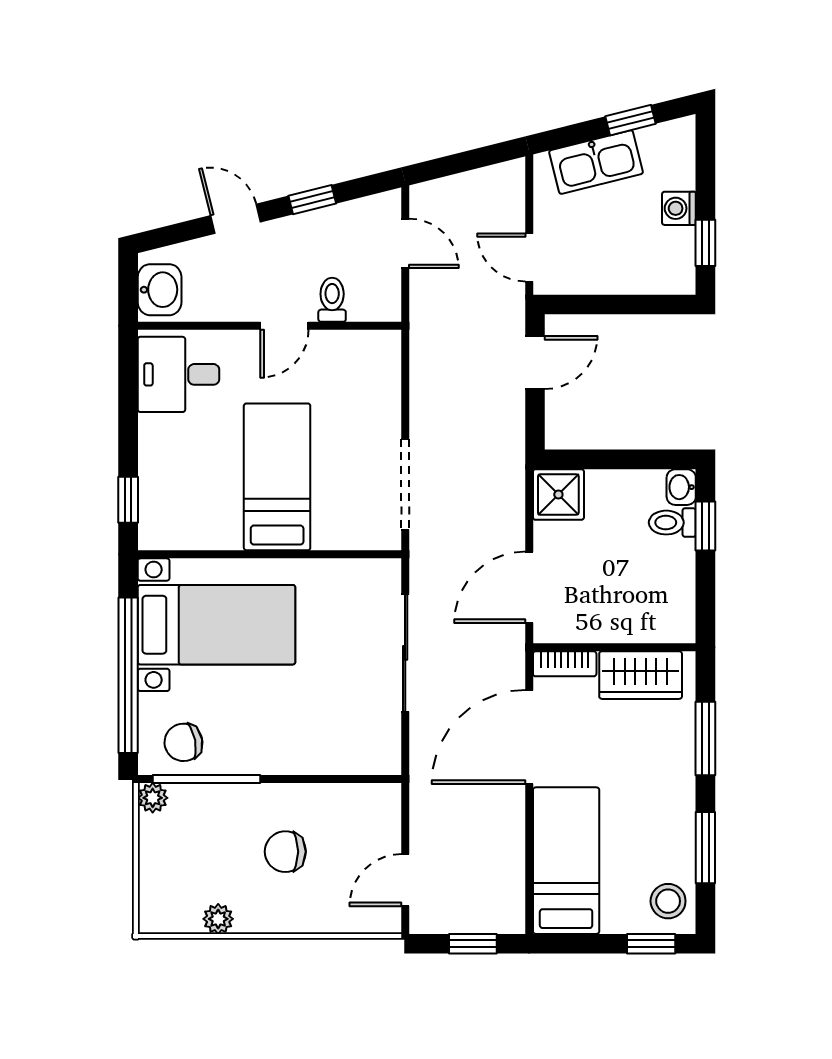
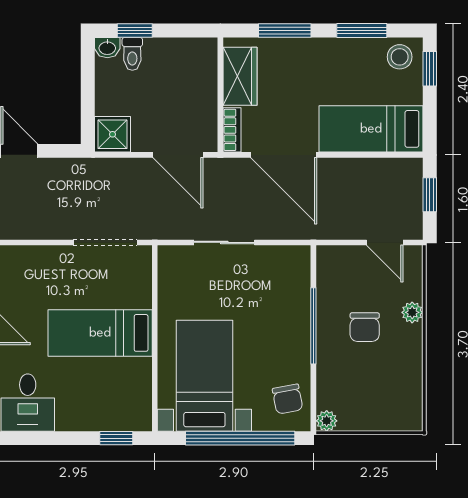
sliding door: (405, 653) -> (224, 242), width x0.73
window: (207, 779) -> (313, 326), moved
plant: (218, 919) -> (412, 312), moved

